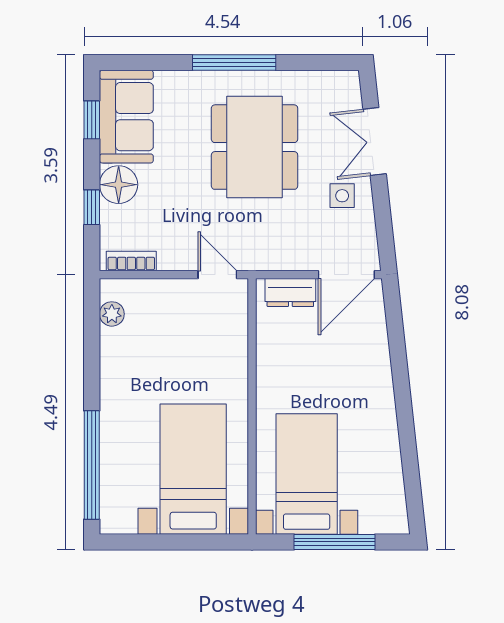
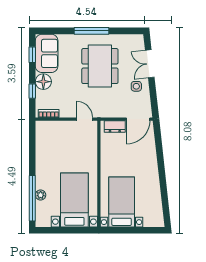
plant: (112, 314) -> (41, 195), moved
window: (335, 542) -> (133, 230), removed

